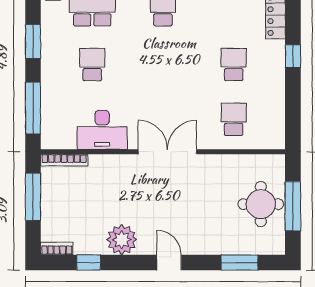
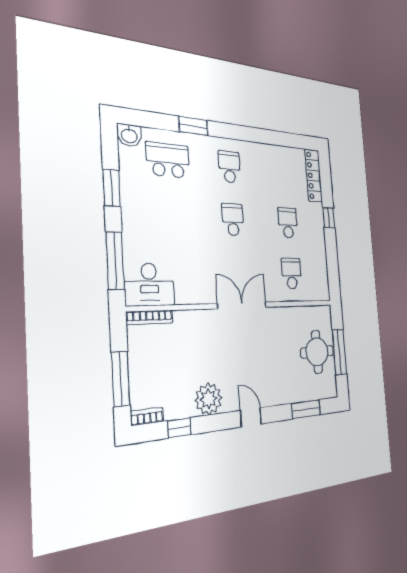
school desk: (92, 65) -> (233, 220), moved
desk: (102, 130) -> (149, 284), moved
window: (33, 197) -> (121, 379), moved

